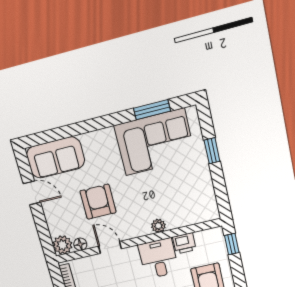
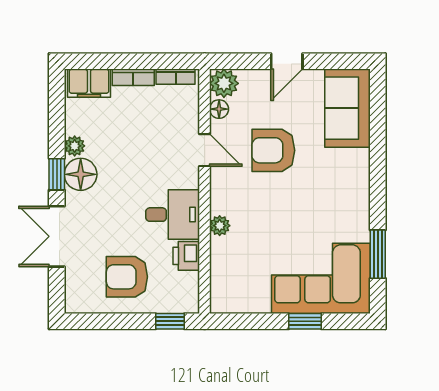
corner sofa: (155, 142) -> (321, 278), moved, turned 90
door: (32, 193) -> (287, 61), moved
armchair: (98, 202) -> (273, 150), turned 180
door: (110, 247) -> (205, 150), hinge flipped

